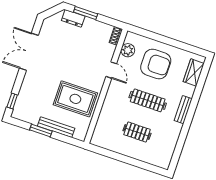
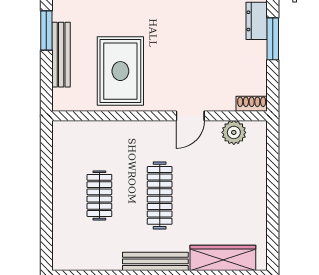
armchair: (156, 64) -> (226, 188), removed
wardrobe: (194, 72) -> (223, 258), width x1.50
bench: (183, 110) -> (155, 261), width x1.36

